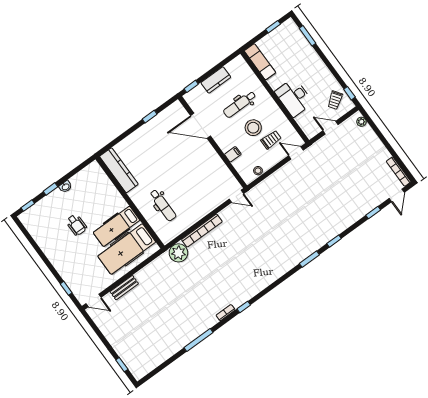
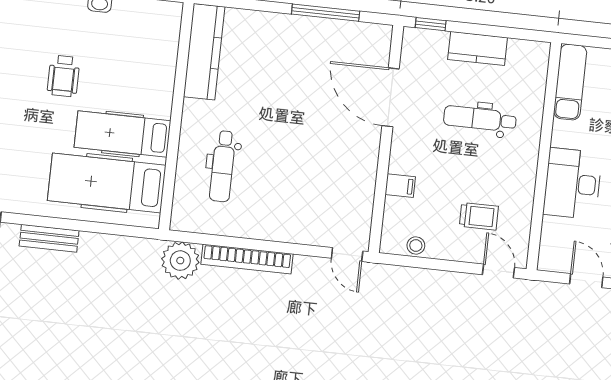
window: (150, 117) -> (326, 13), width x2.17
stool: (253, 128) -> (468, 173), removed

